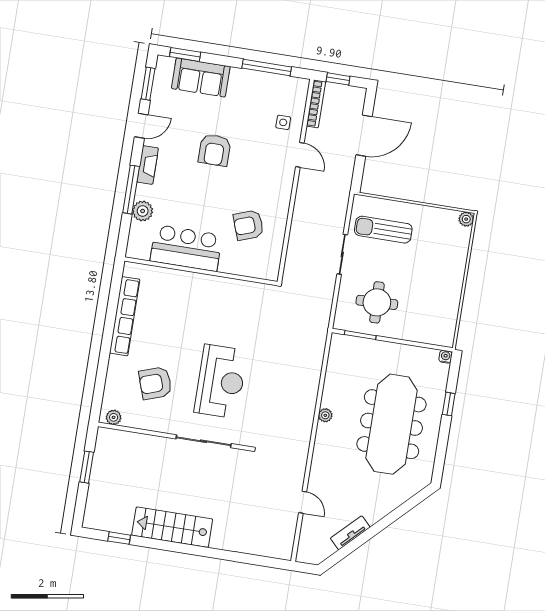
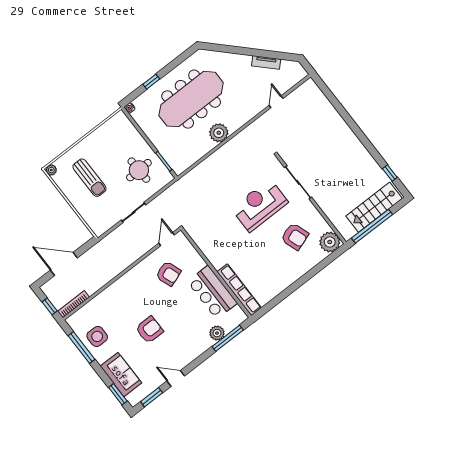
side table: (283, 122) -> (97, 336), moved, width x1.87, depth x1.87
door: (300, 155) -> (167, 239), moved
fireplace: (148, 165) -> (192, 355), removed
window: (131, 190) -> (228, 338), moved
sun lounger: (383, 230) -> (89, 178), moved
row of seats: (125, 316) -> (239, 290), moved, turned 90
plant: (325, 415) -> (219, 133), width x1.88, depth x1.88
plant: (114, 417) -> (330, 242), width x1.87, depth x1.87
window: (87, 467) -> (372, 226), width x2.11
stairs: (172, 527) -> (374, 207), moved, turned 90

